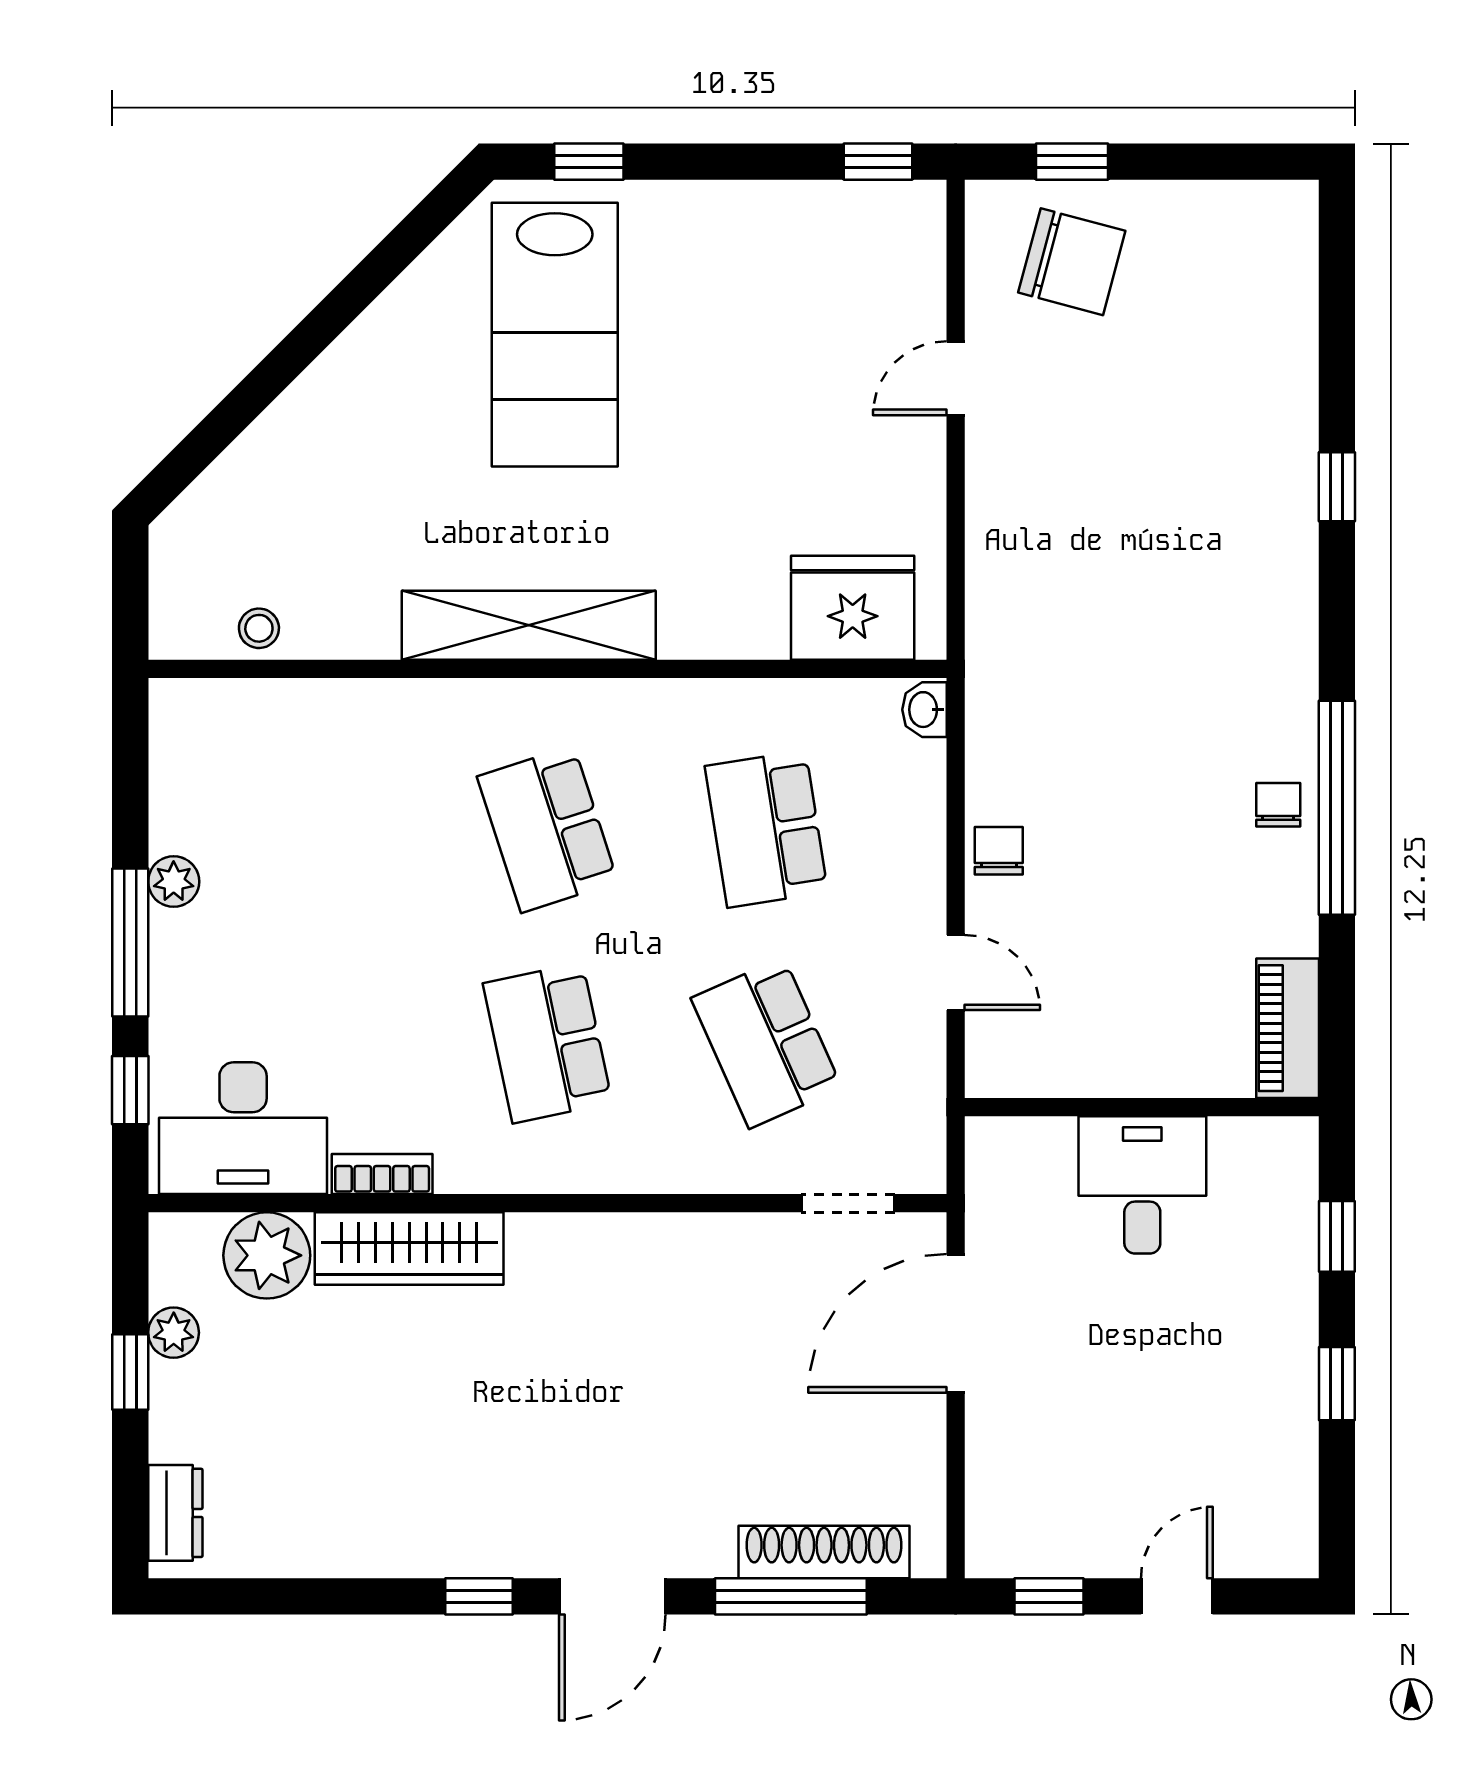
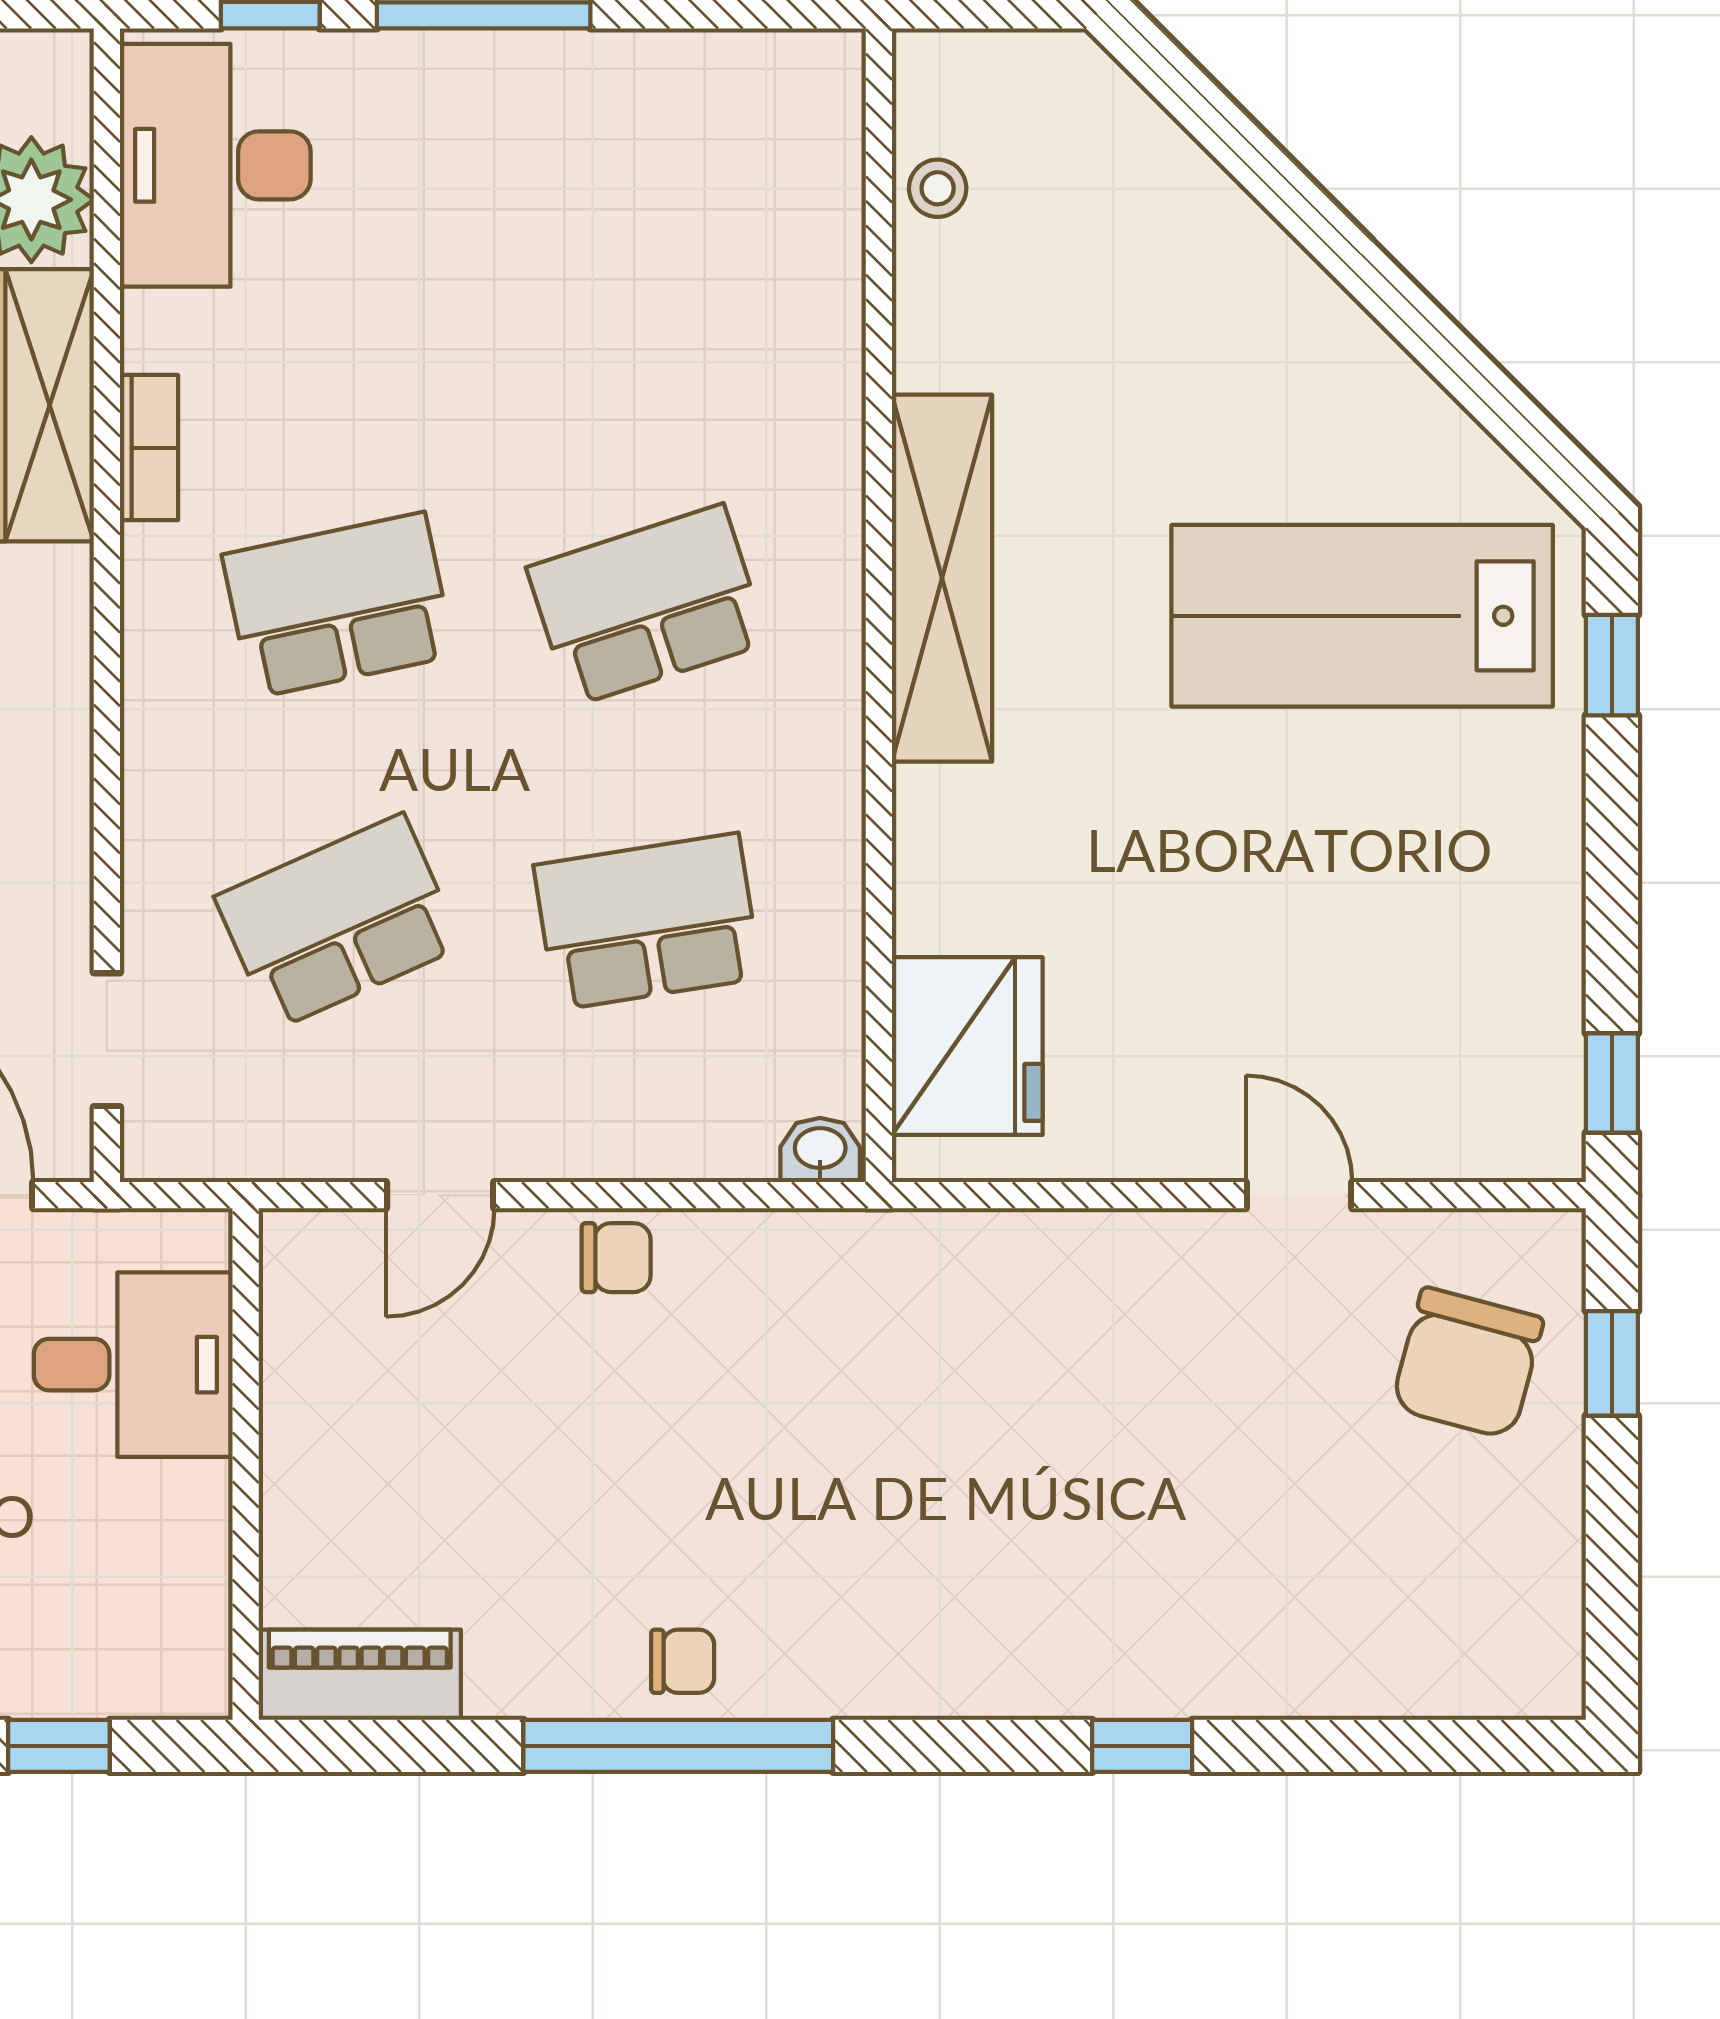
plant: (174, 882) -> (572, 65), removed
bookcase: (382, 1174) -> (149, 448), moved
desk: (1142, 1185) -> (133, 1365), moved

